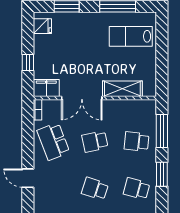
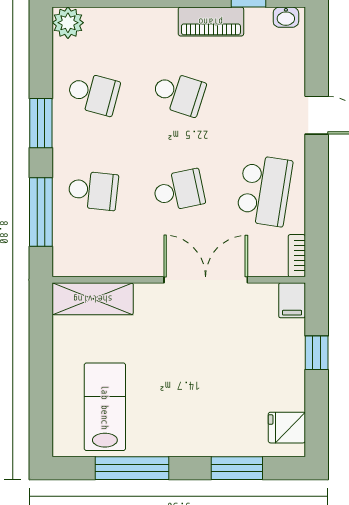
lab bench: (131, 36) -> (105, 407), turned -90
filing cabinet: (46, 88) -> (292, 300), width x0.50
shelving: (122, 89) -> (93, 299), moved
school desk: (53, 141) -> (264, 190), turned 30

